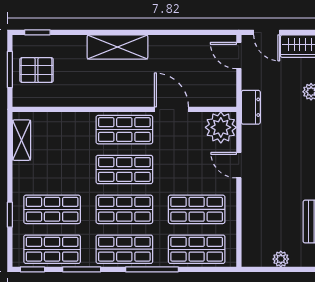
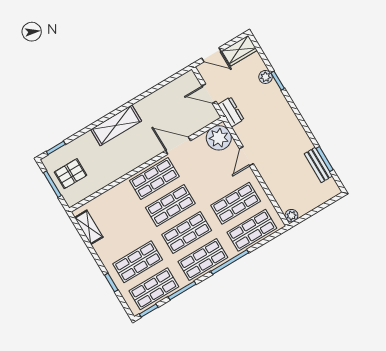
door: (239, 56) -> (209, 94), moved
door: (239, 165) -> (246, 156), hinge flipped
plant: (281, 259) -> (291, 216), moved

